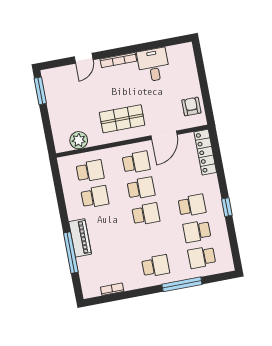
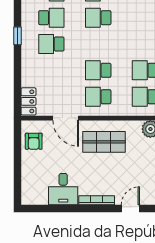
door: (164, 135) -> (66, 118), swing flipped
locker: (205, 152) -> (28, 101), width x0.66
school desk: (146, 214) -> (98, 18), moved

